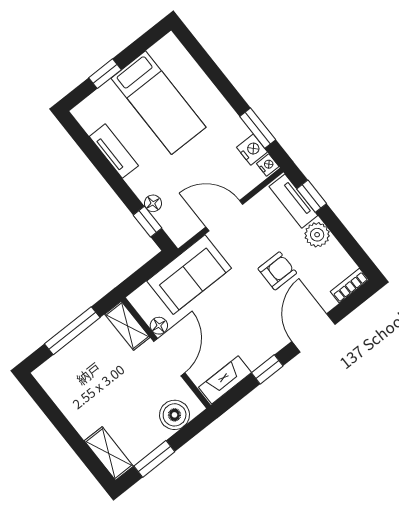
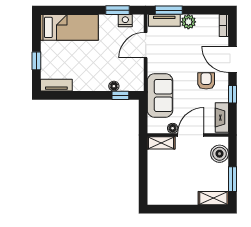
bed: (159, 103) -> (69, 27), moved
tv unit: (114, 151) -> (56, 85), moved
nightstand: (268, 165) -> (138, 19), removed
window: (312, 196) -> (169, 10), width x1.50
door: (224, 216) -> (146, 45), moved
armchair: (277, 271) -> (206, 81), moved
window: (72, 331) -> (143, 170), removed
door: (169, 357) -> (191, 135), hinge flipped

